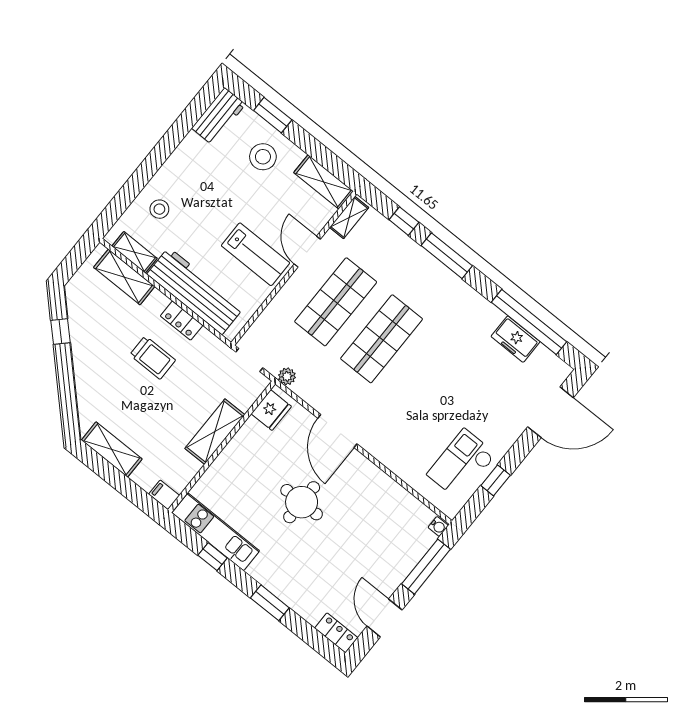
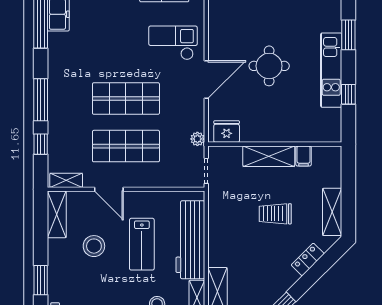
stool: (263, 157) -> (94, 246), moved
door: (307, 252) -> (109, 189), hinge flipped
lab bench: (256, 254) -> (142, 244), moved, turned 180
locker: (182, 321) -> (308, 259), moved, turned -135
trolley: (153, 358) -> (275, 214), moved, turned -90
checkout: (399, 427) -> (173, 43), added
filing cabinet: (164, 495) -> (304, 156), moved
kitchen unit: (216, 532) -> (331, 70), moved

